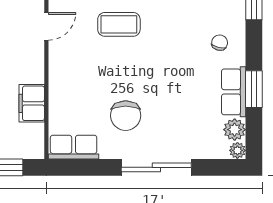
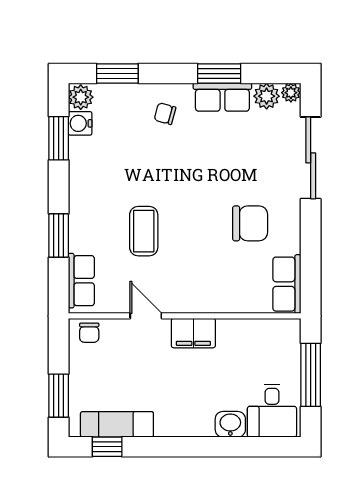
filing cabinet: (32, 103) -> (193, 333), moved
sliding door: (156, 167) -> (311, 158), moved

